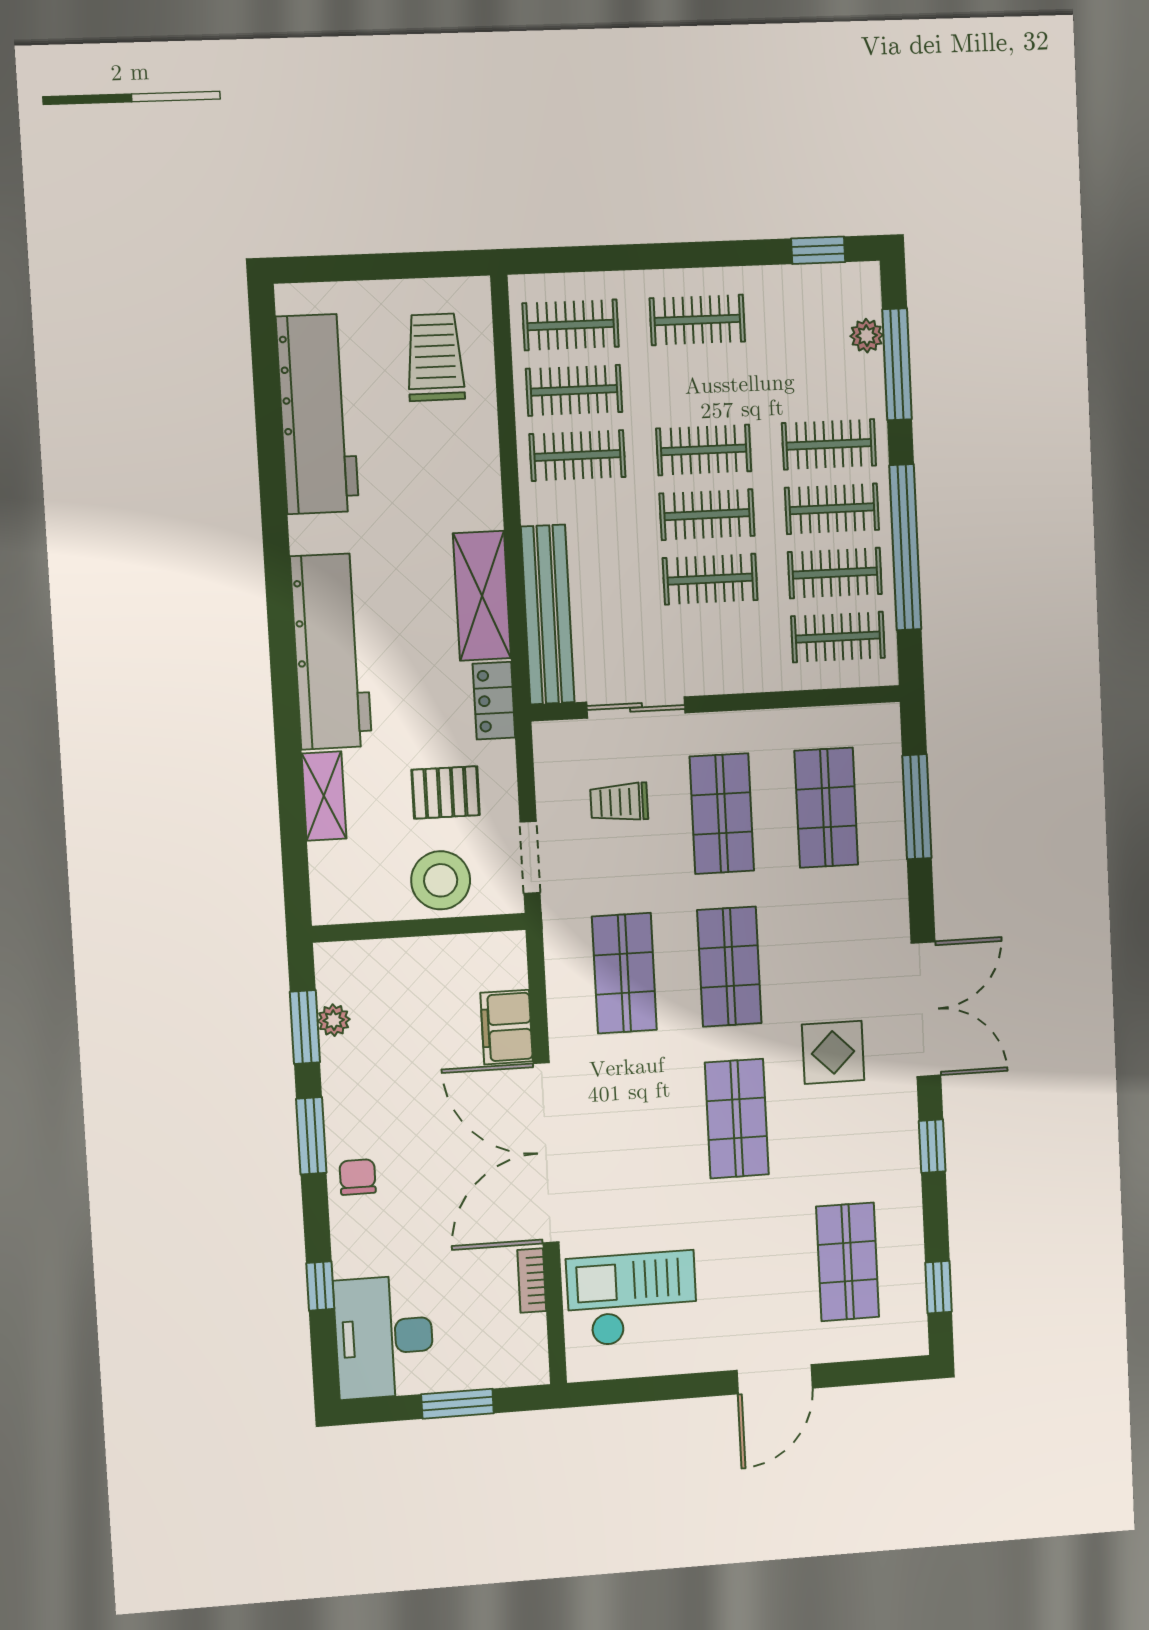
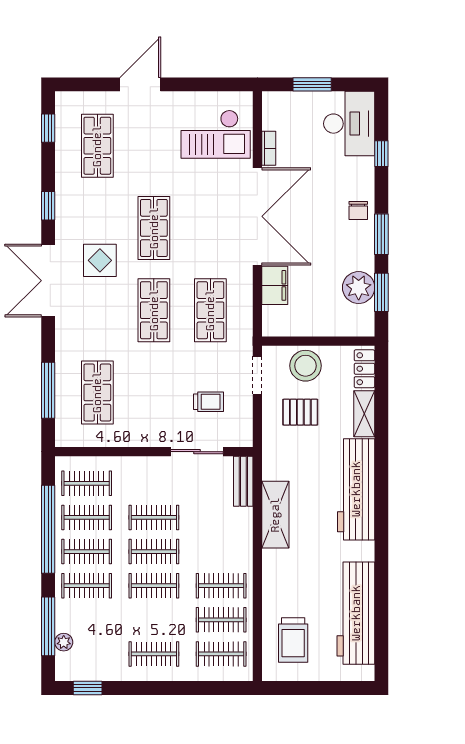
bench: (548, 615) -> (243, 481), width x0.54, depth x0.82
locker: (494, 701) -> (364, 369), moved, turned 180
shop shelf: (722, 814) -> (154, 392), removed
plant: (334, 1020) -> (359, 288), width x1.88, depth x1.88

